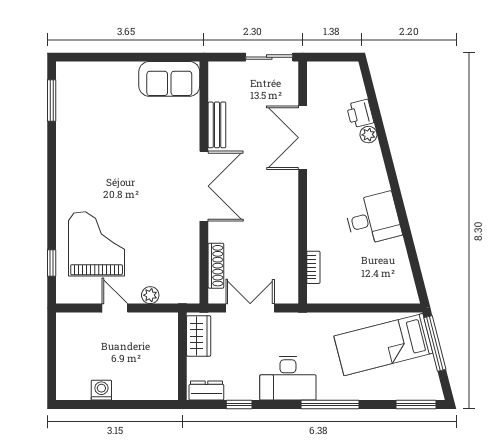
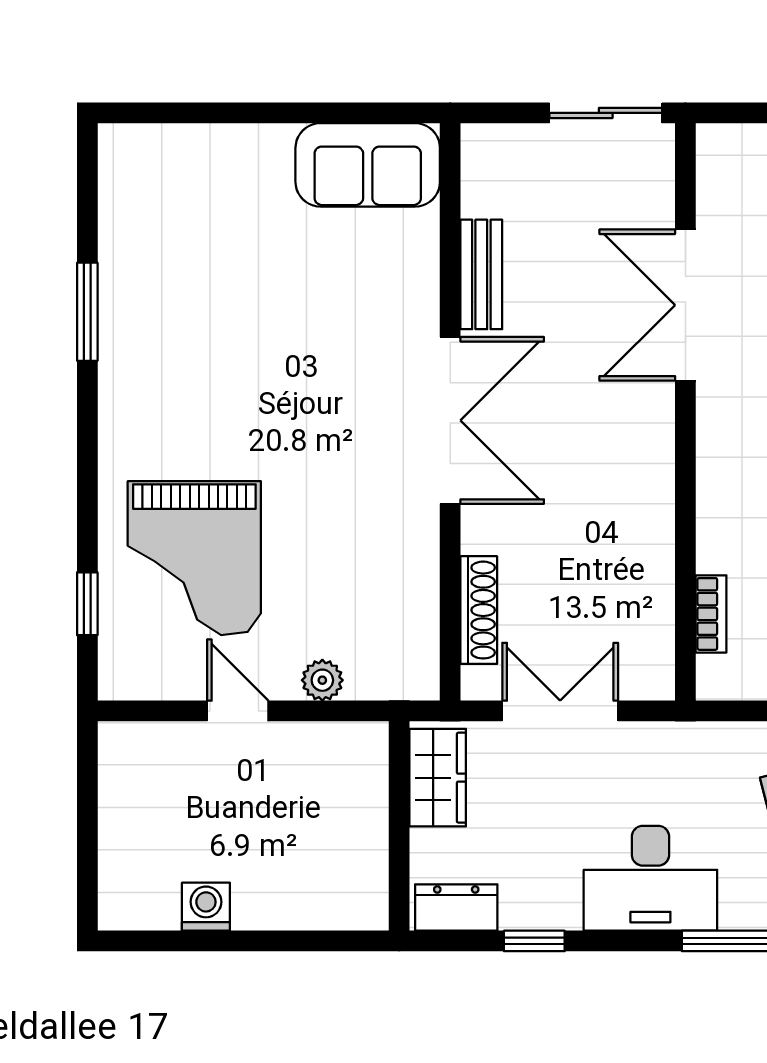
window: (52, 100) -> (87, 312), moved
grand piano: (97, 244) -> (194, 558), turned 180

